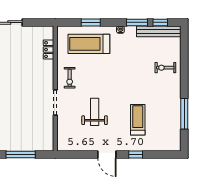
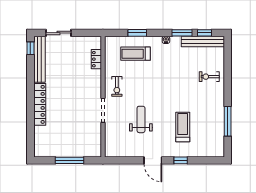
treadmill: (89, 44) -> (136, 54), width x0.73, depth x0.73

